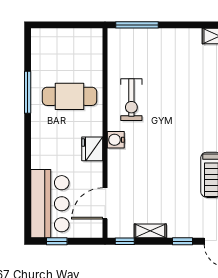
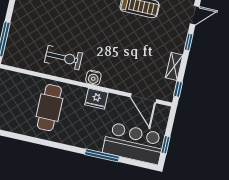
window: (28, 92) -> (102, 155), moved

